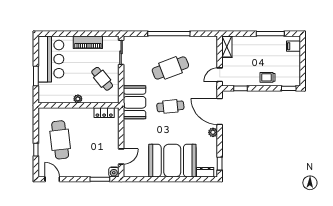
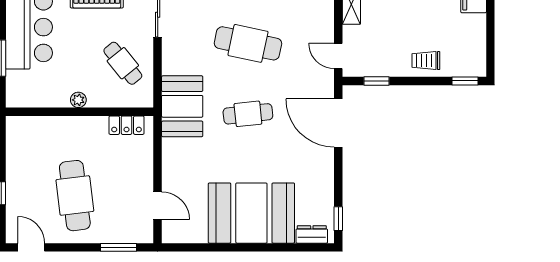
cafe table: (170, 68) -> (248, 43), turned 33
door: (220, 75) -> (338, 56), hinge flipped
plant: (213, 132) -> (326, 161), removed
cafe table: (60, 140) -> (75, 196), moved
door: (121, 157) -> (158, 206), hinge flipped
water cooler: (114, 172) -> (144, 234), removed

